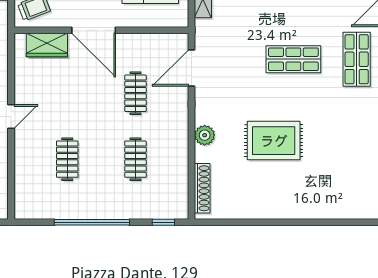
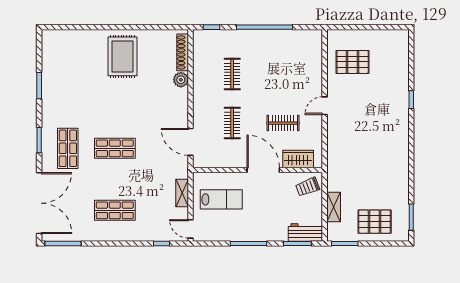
door: (192, 68) -> (191, 142), swing flipped
plant: (205, 135) -> (181, 80), moved
rug: (274, 141) -> (123, 56), moved, turned 90
clothes rail: (67, 159) -> (283, 123), moved, turned 90

